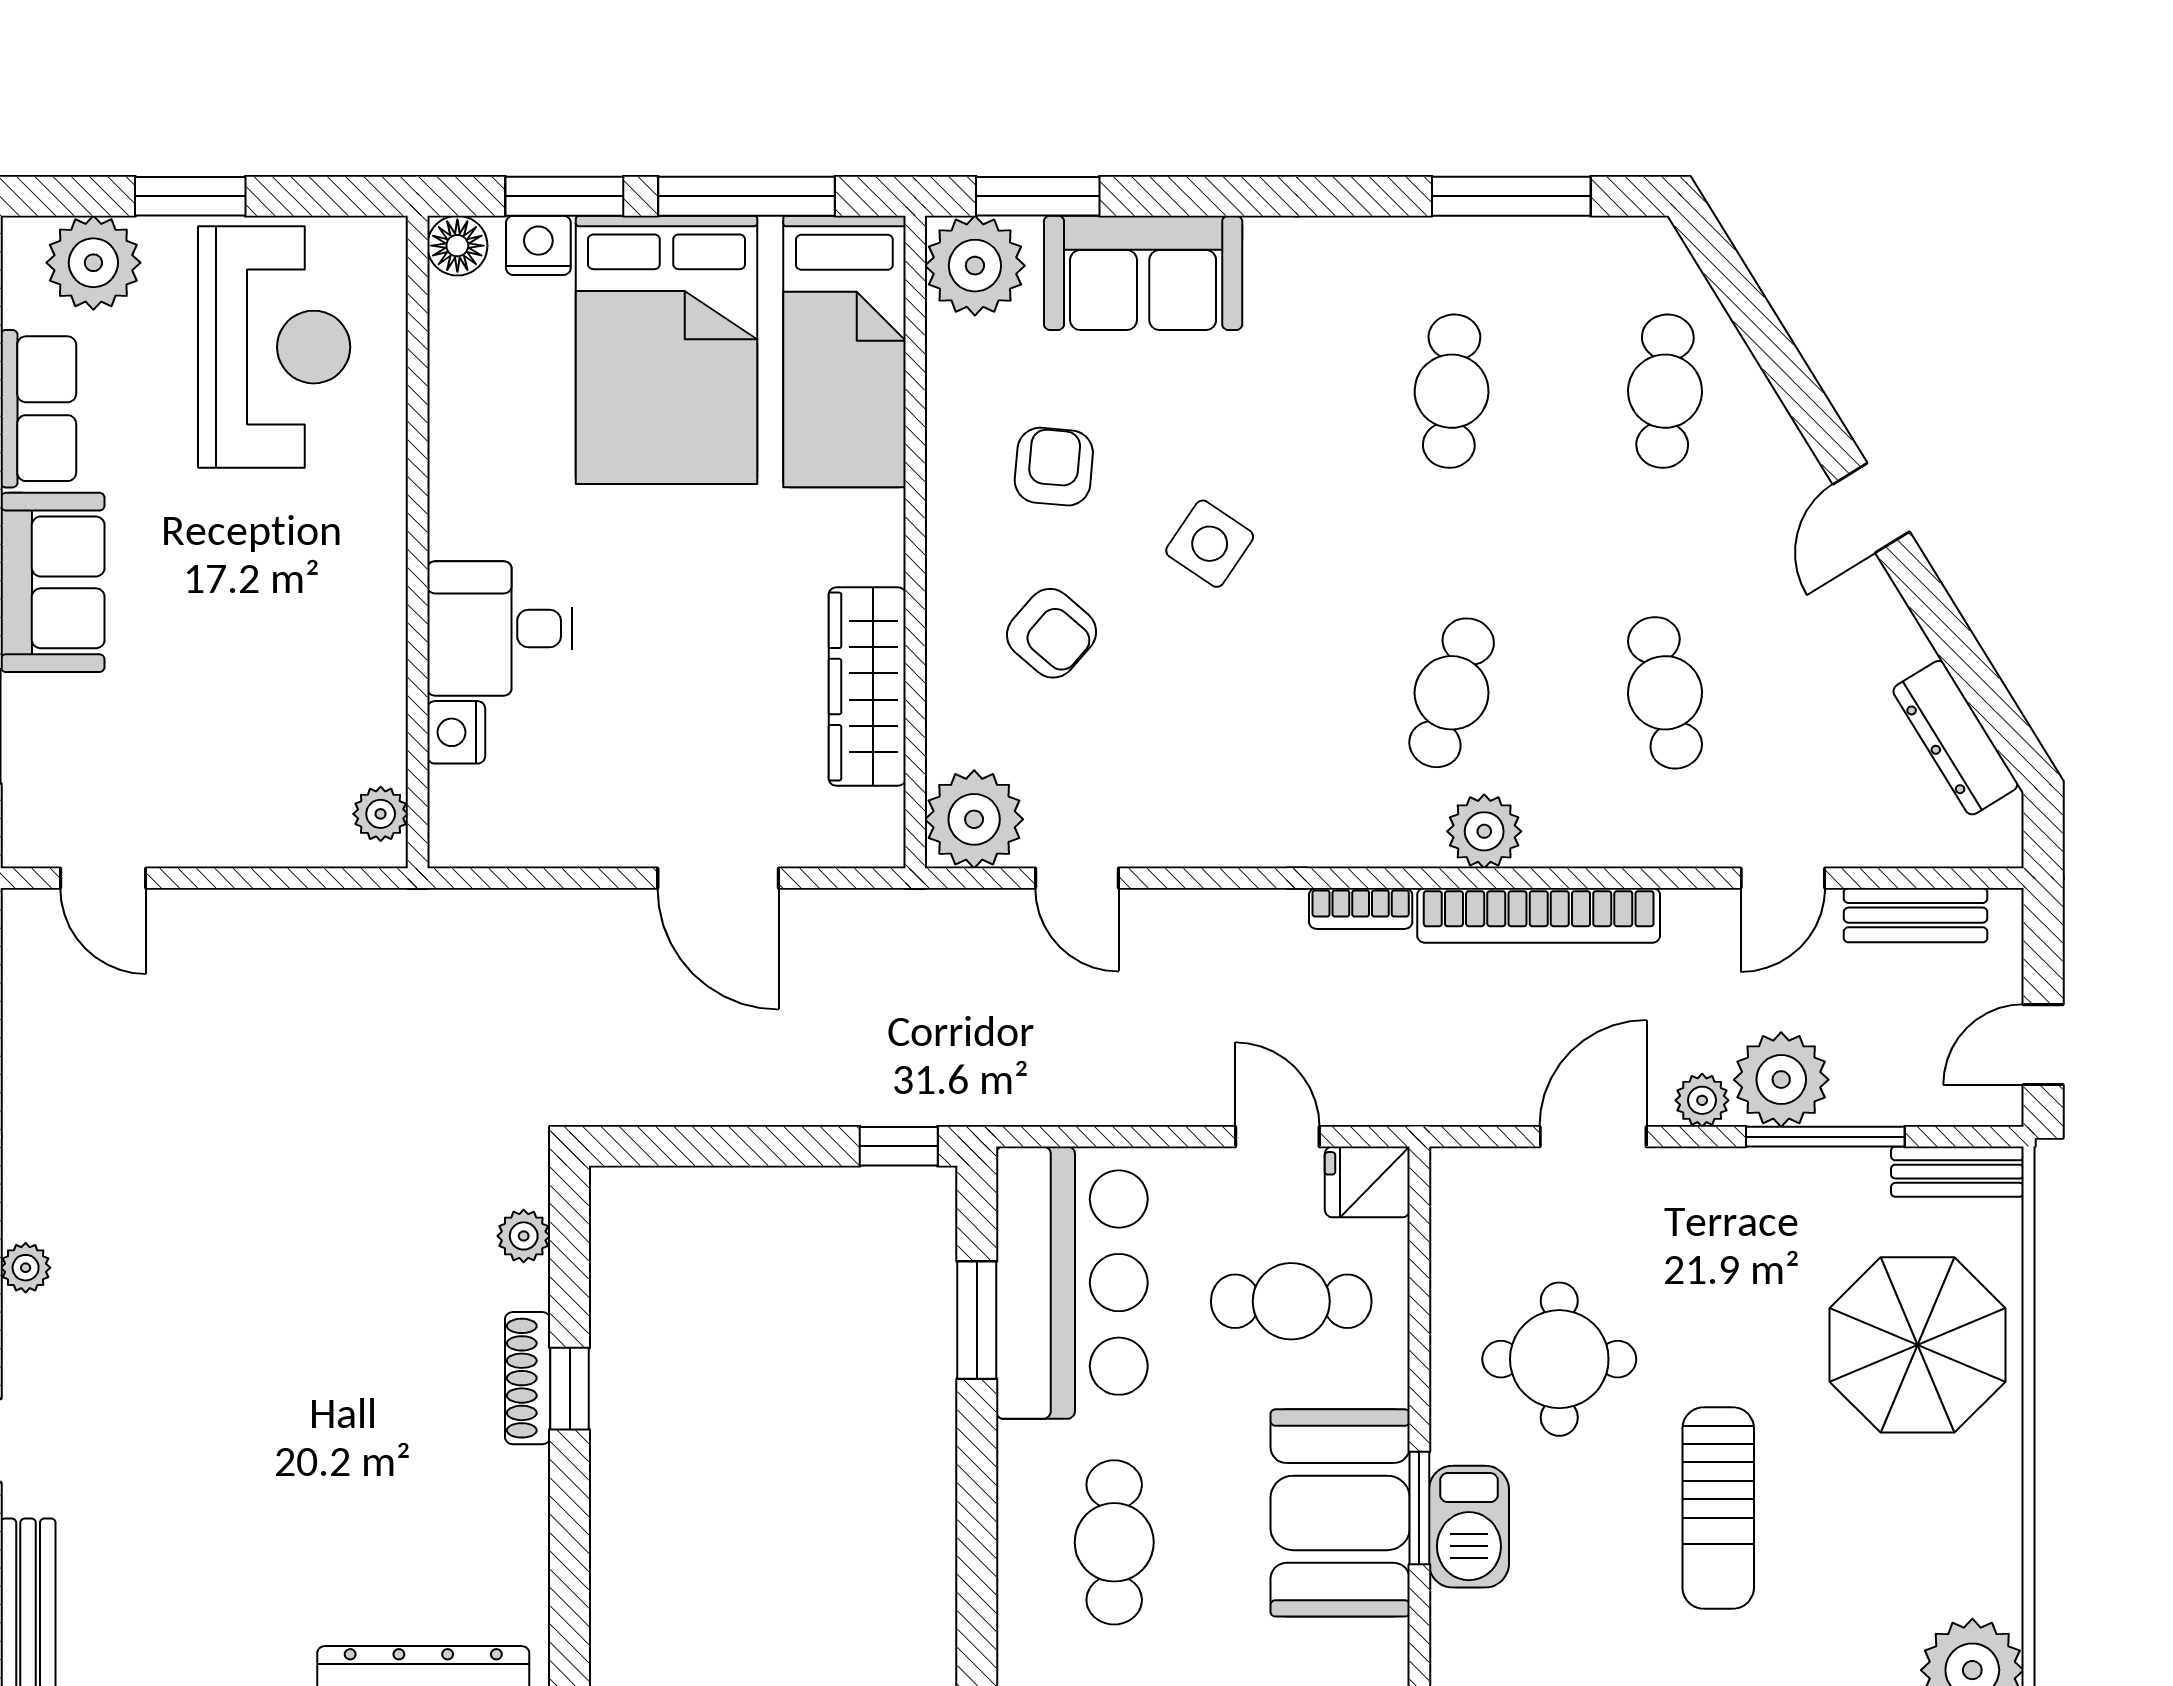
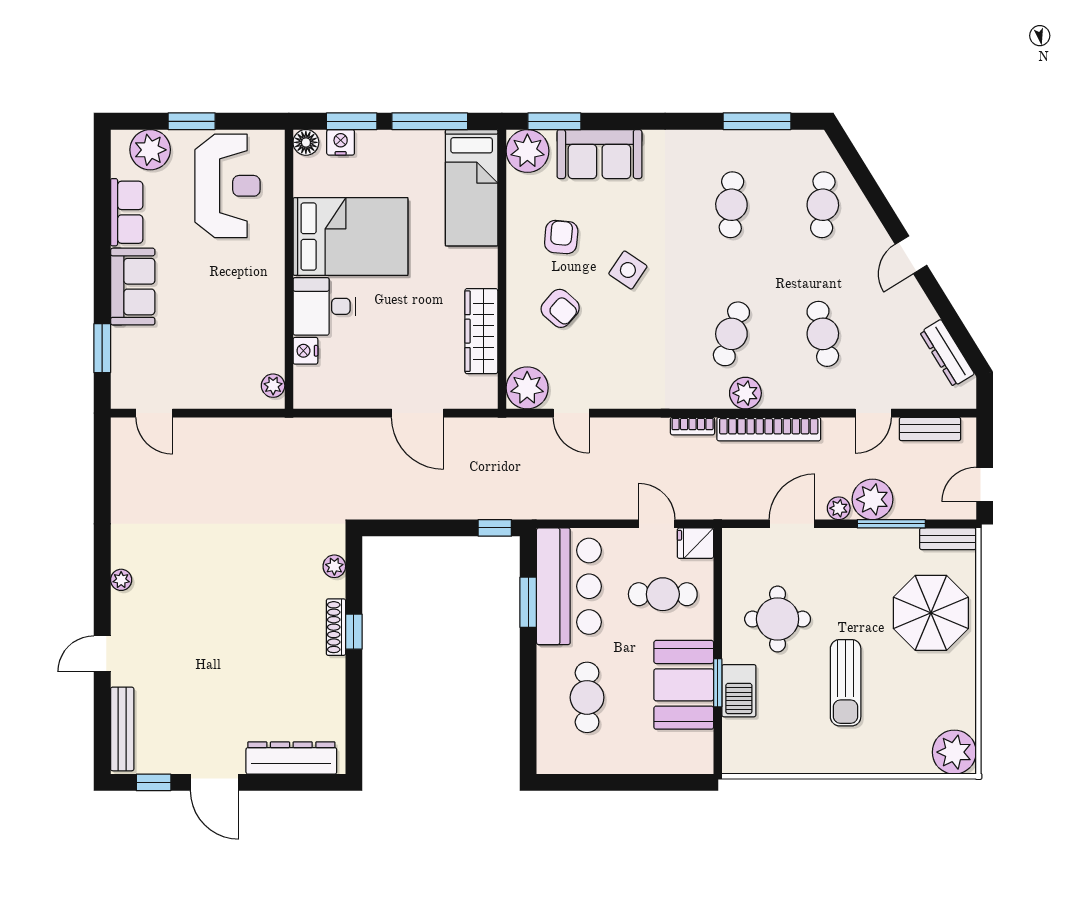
bed: (667, 350) -> (351, 237), moved, turned -90

